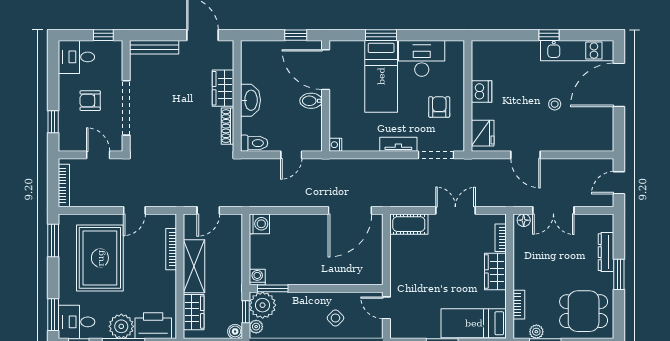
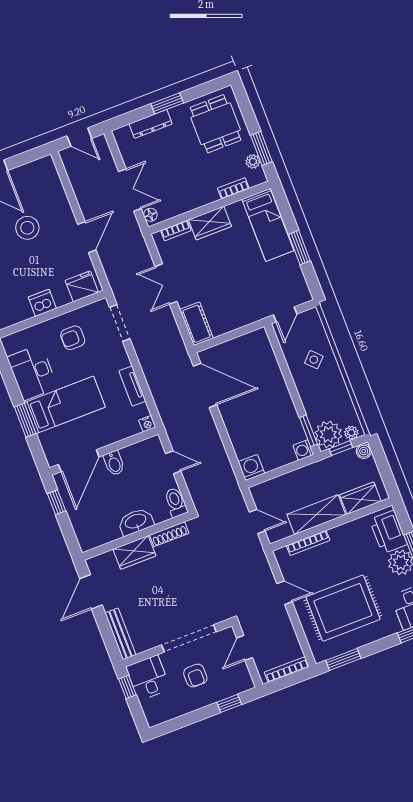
desk: (76, 57) -> (148, 678), moved, turned 180
stool: (555, 104) -> (27, 228), width x1.89, depth x1.89
tv unit: (398, 144) -> (132, 386), moved

